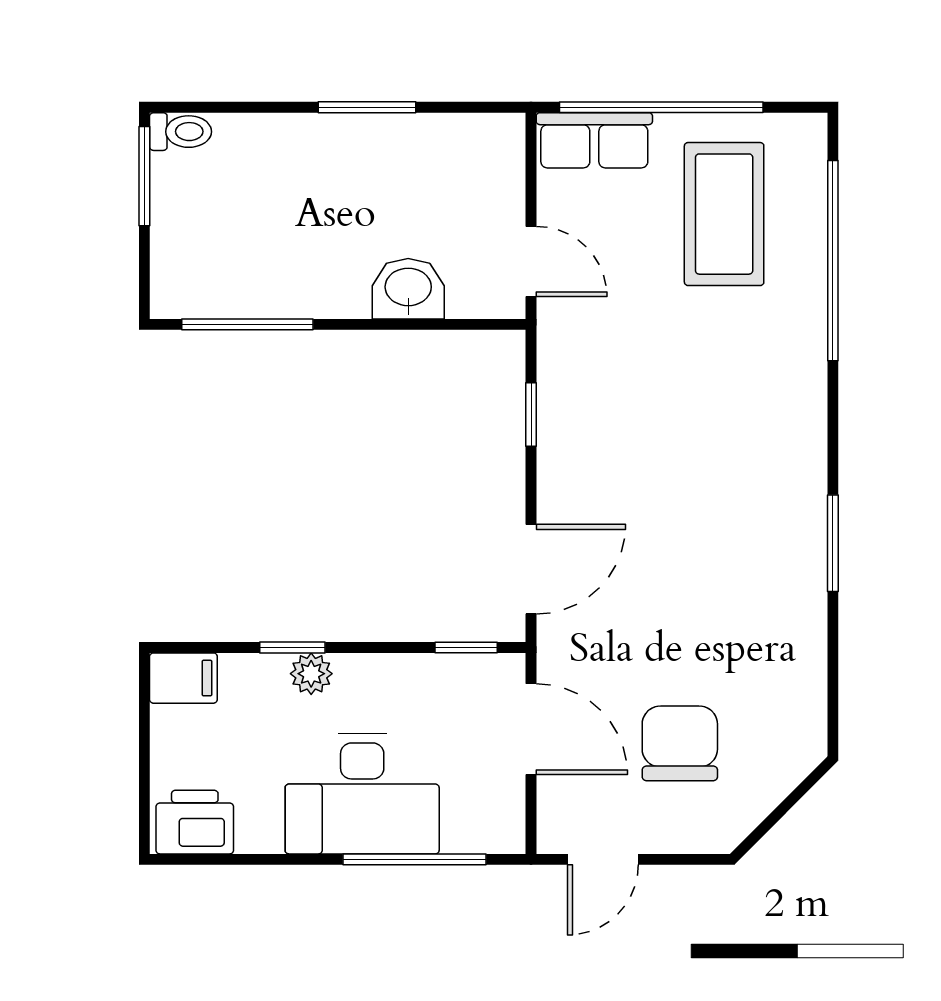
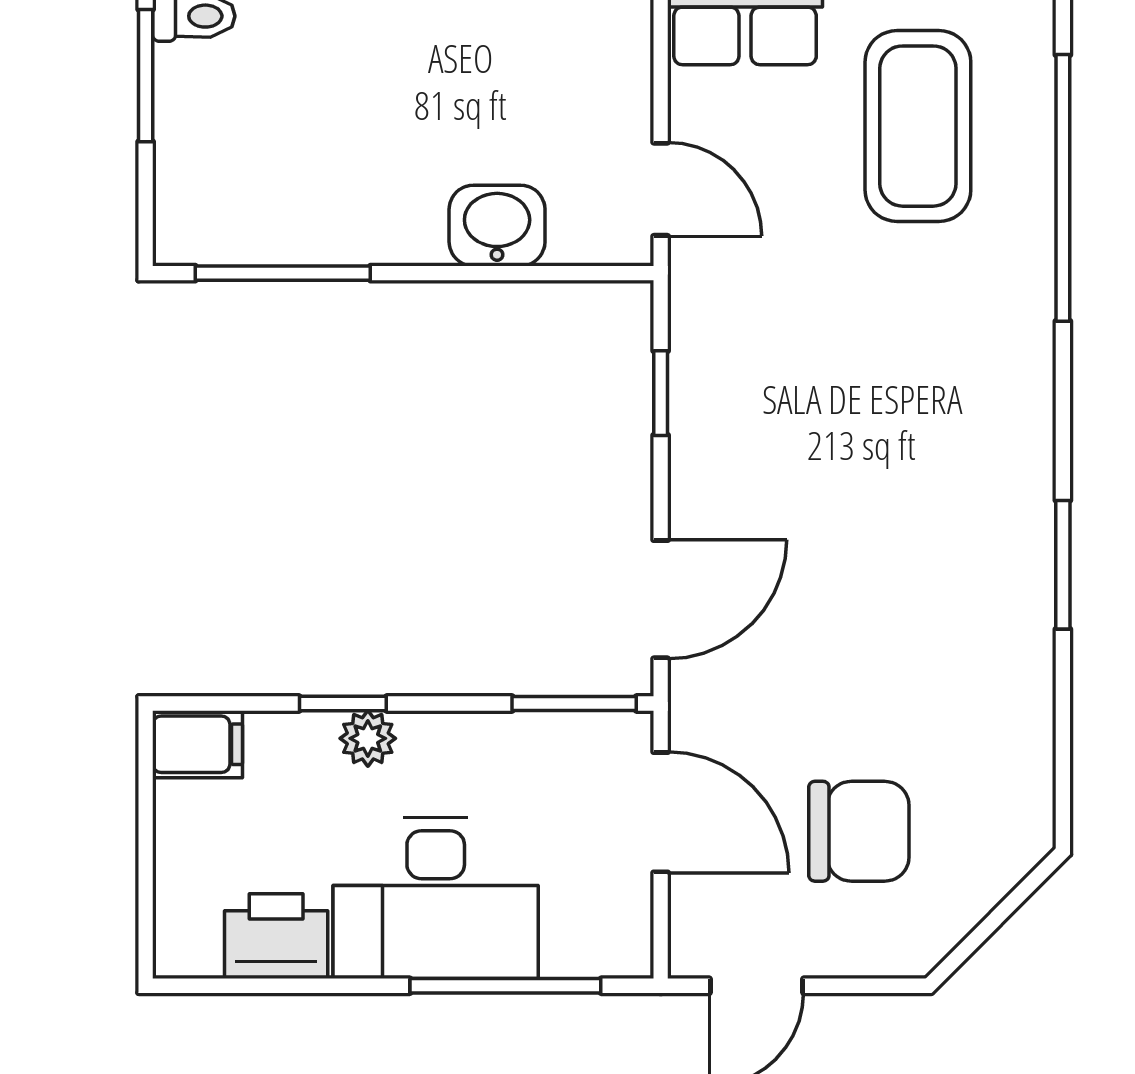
window: (466, 647) -> (574, 703), width x1.50
chair: (680, 743) -> (859, 831), turned 90
printer: (195, 822) -> (276, 936), moved

